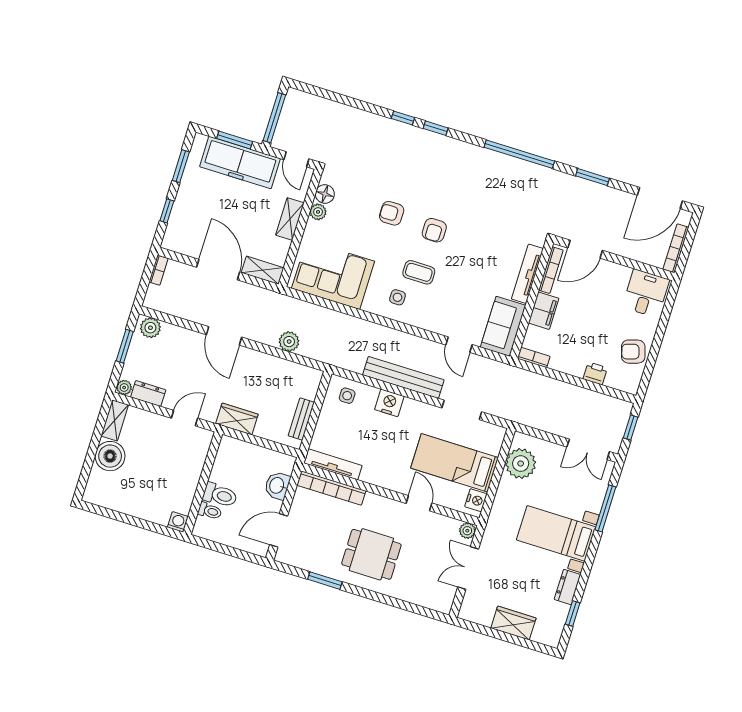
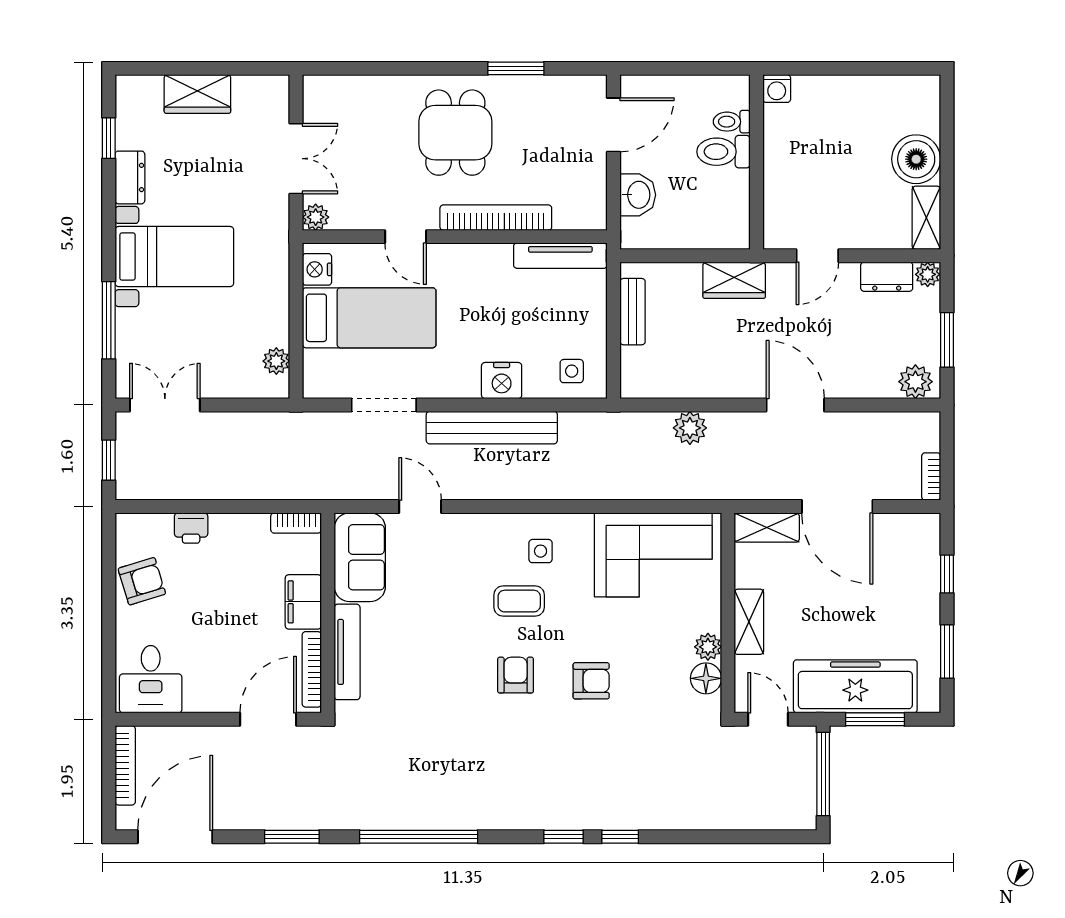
plant: (521, 464) -> (276, 361), width x0.53, depth x0.53
bookcase: (331, 488) -> (496, 218), moved
dining table: (371, 554) -> (455, 133), turned 90

